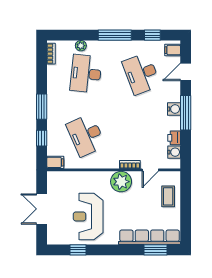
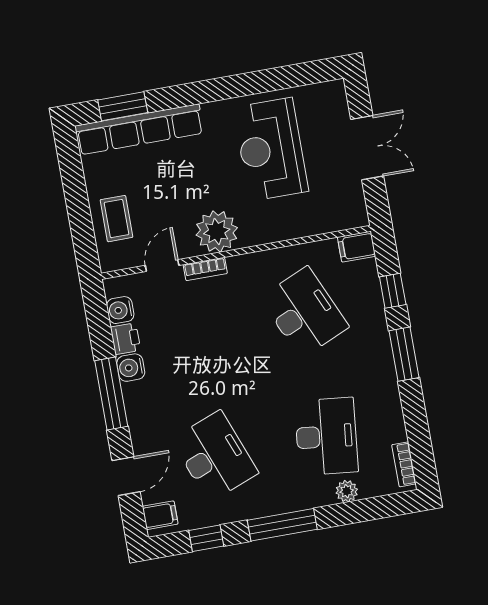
water cooler: (174, 109) -> (131, 368), moved
reception desk: (88, 216) -> (271, 149), turned 180
window: (78, 250) -> (279, 78), removed

